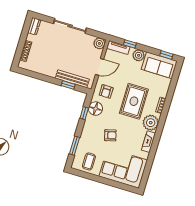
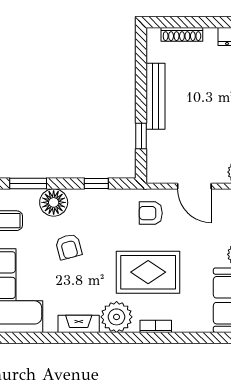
bench: (72, 79) -> (156, 96), moved
floor lamp: (95, 109) -> (54, 202), moved

